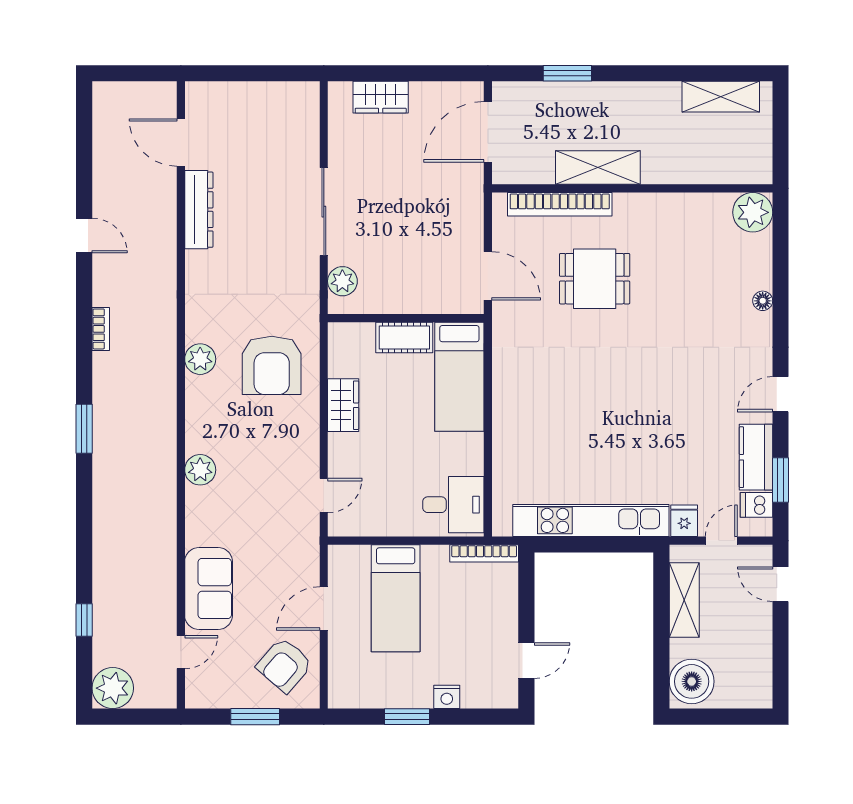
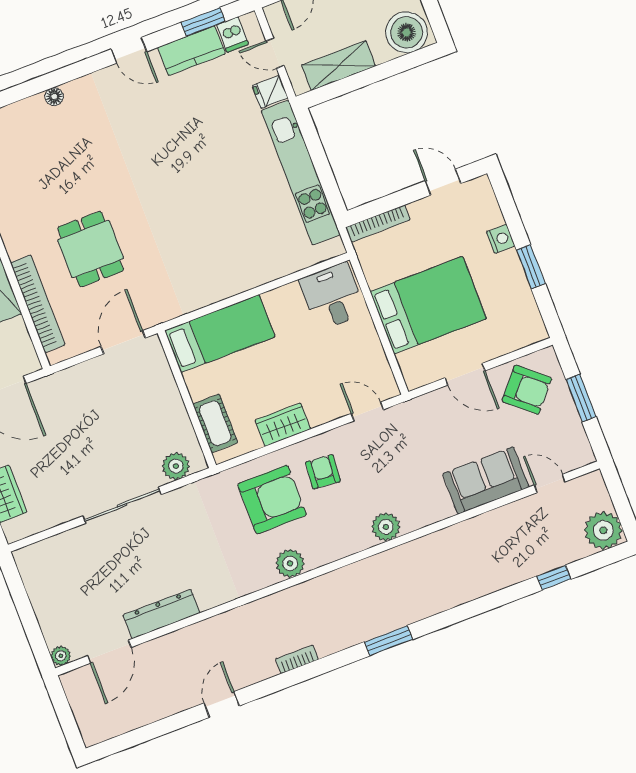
plant: (195, 92) -> (61, 656), added
cot: (404, 338) -> (215, 423), moved
armchair: (280, 428) -> (323, 472), added
bookcase: (484, 553) -> (378, 224), moved, turned 90
bed: (396, 598) -> (428, 305), width x1.50

